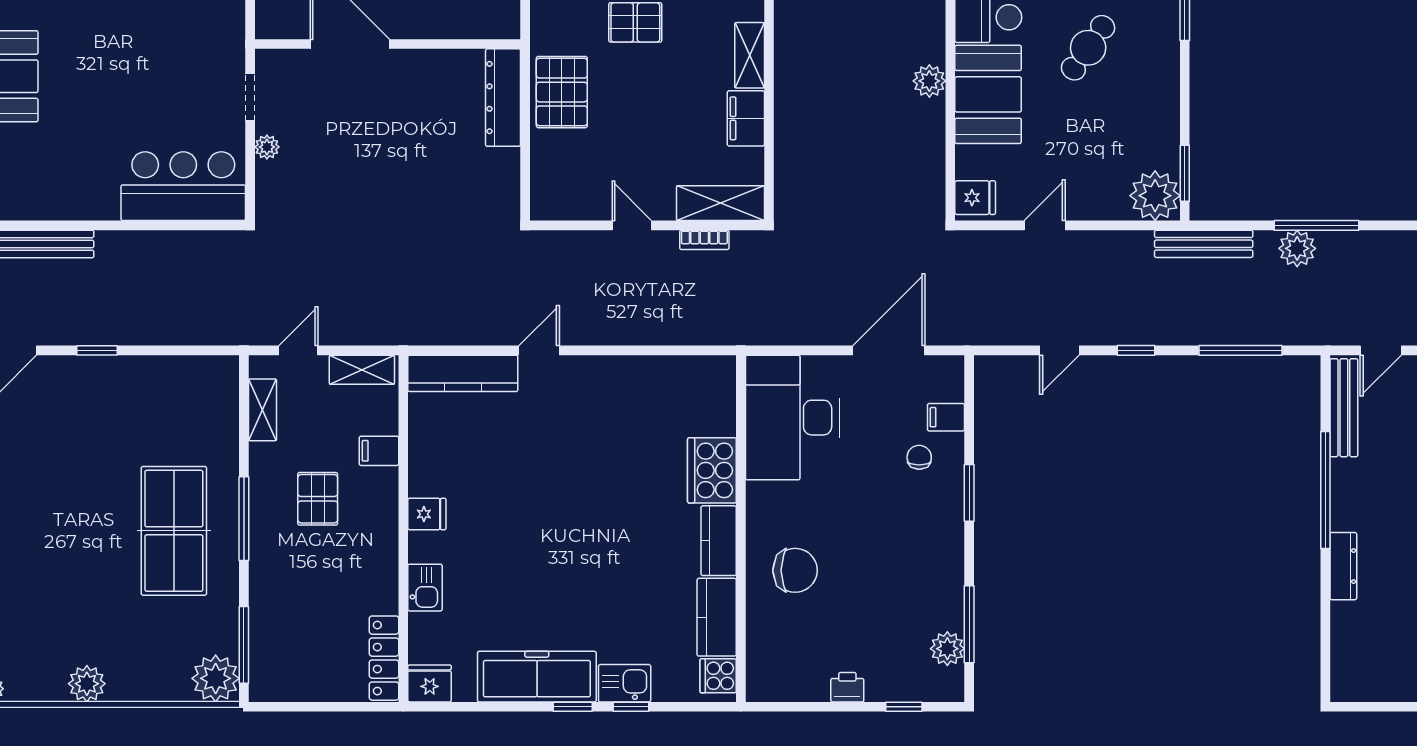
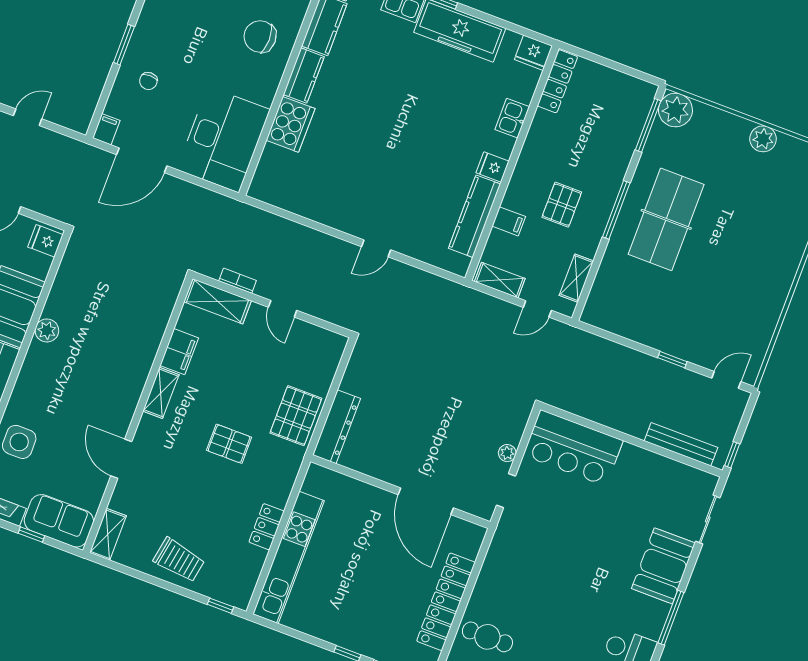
kitchen counter: (463, 373) -> (474, 216), moved, turned -90
filing cabinet: (946, 417) -> (106, 129), moved, turned -90

